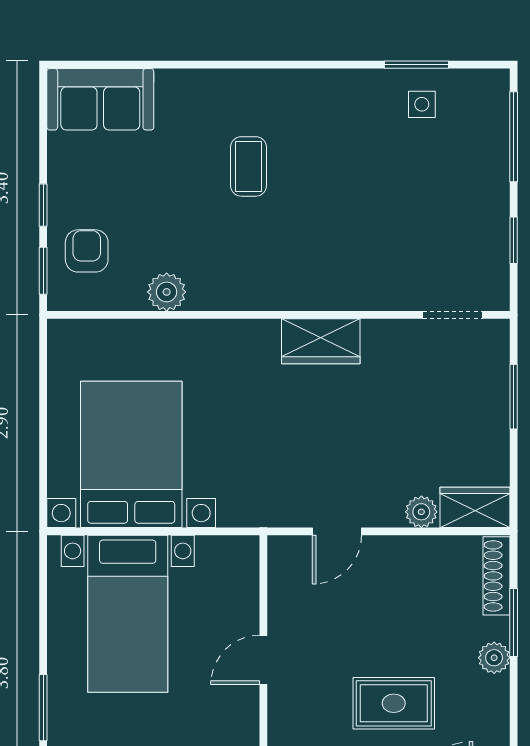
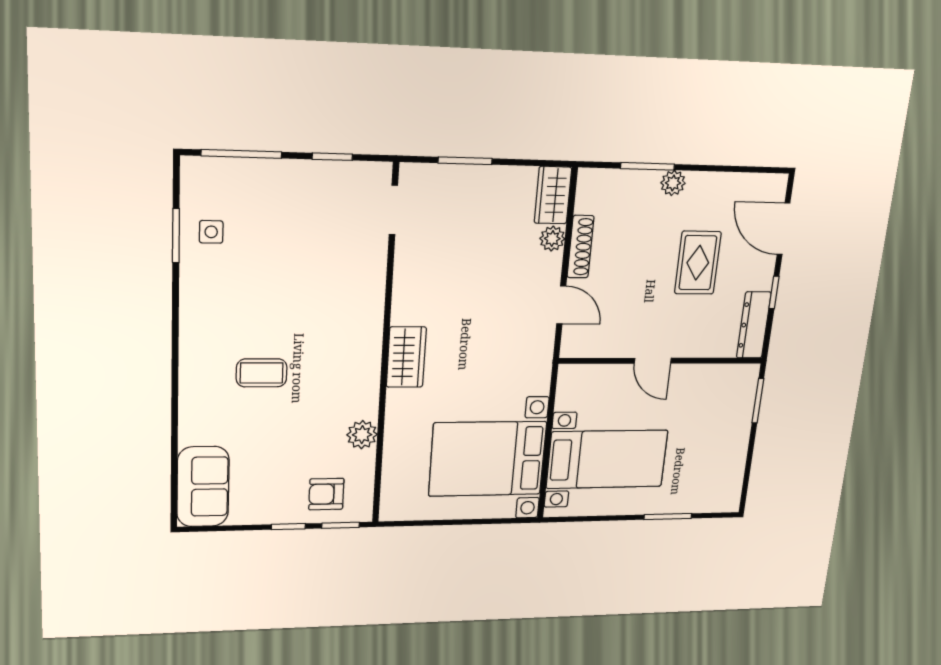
wardrobe: (321, 341) -> (406, 357), moved
shoe rack: (497, 576) -> (581, 247), moved, turned -90

